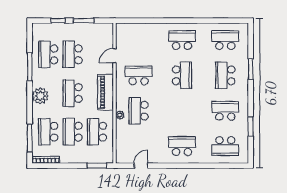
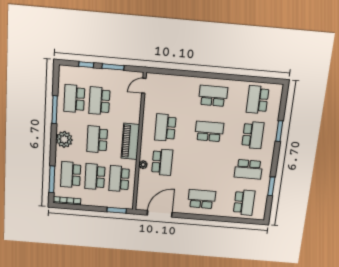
school desk: (225, 40) -> (258, 100), turned -90
door: (114, 56) -> (144, 86), moved
school desk: (139, 75) -> (165, 128), turned -90
school desk: (182, 75) -> (209, 131), turned -90
school desk: (225, 75) -> (253, 135), turned 180
school desk: (139, 111) -> (162, 162), turned 180
school desk: (225, 111) -> (248, 169), turned 180
school desk: (225, 146) -> (244, 202), turned -90
door: (141, 166) -> (160, 214), width x1.88

